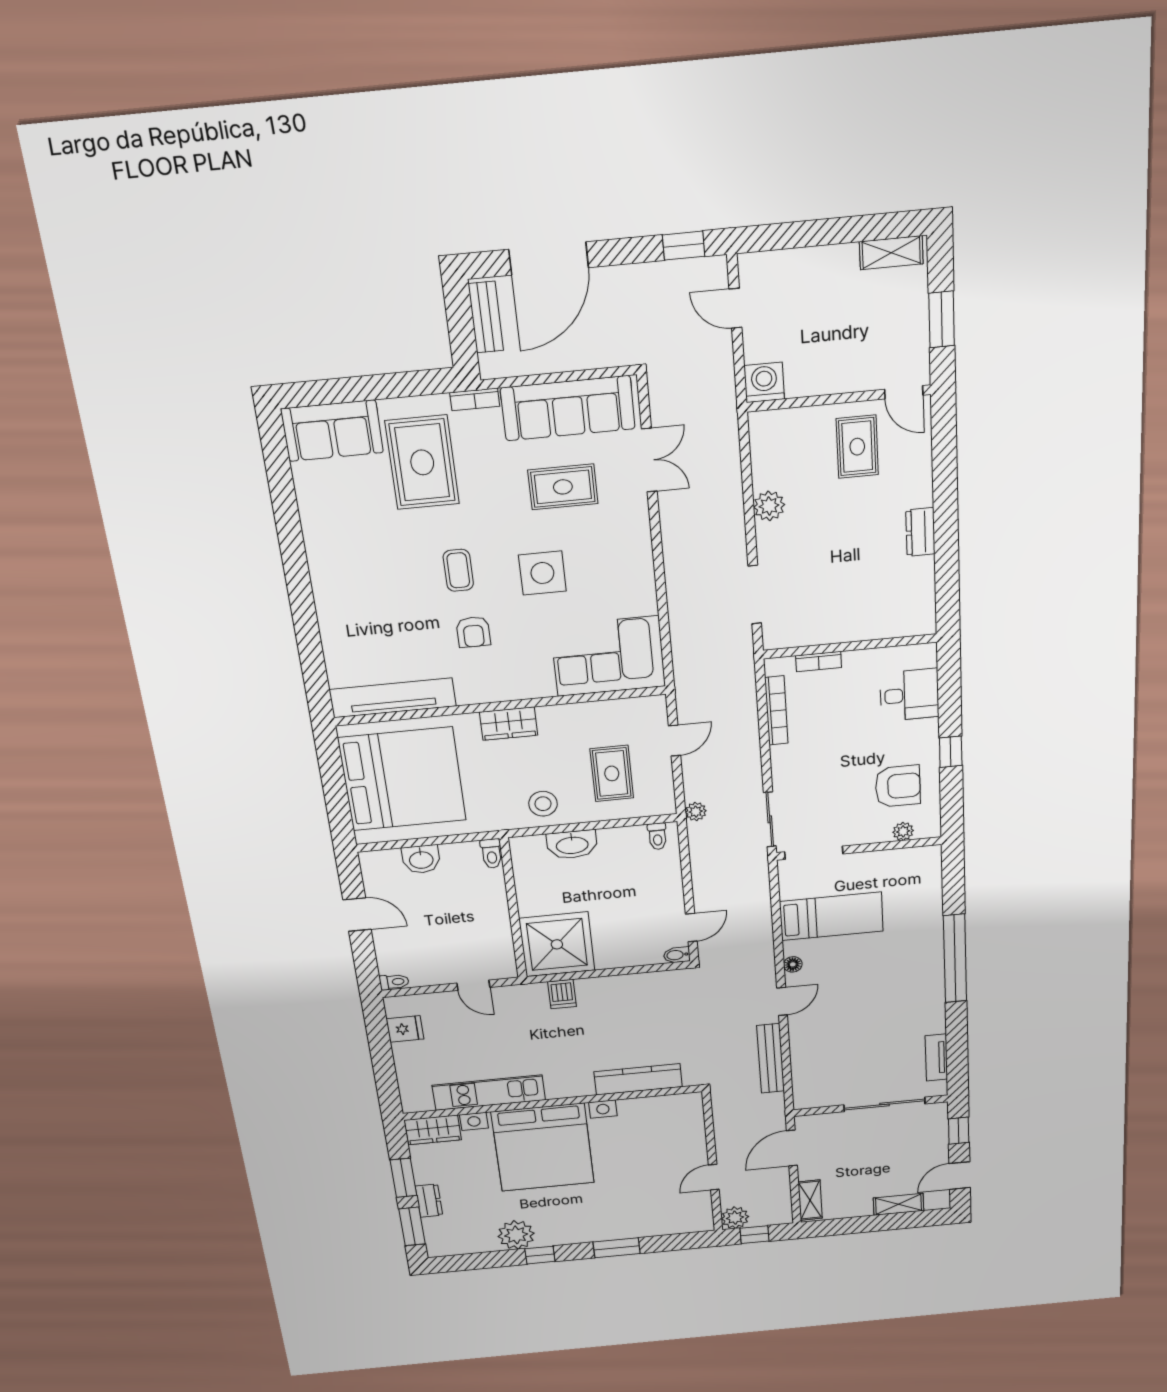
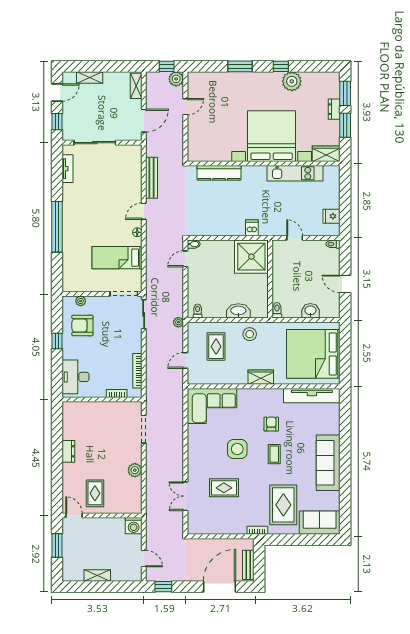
shelving: (891, 253) -> (97, 575), moved
sofa: (568, 408) -> (328, 463), moved, turned -90
desk: (909, 695) -> (76, 377), width x1.37

